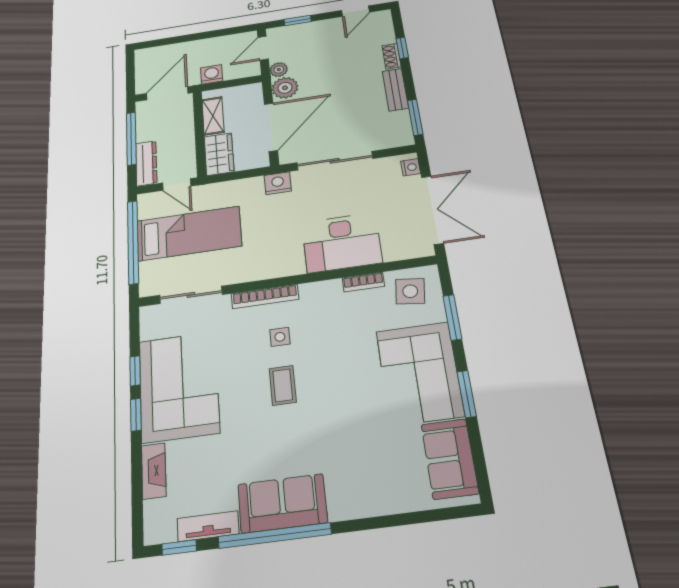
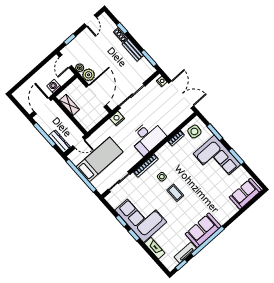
wardrobe: (219, 154) -> (85, 120), removed
desk: (342, 243) -> (147, 137), moved
sofa: (450, 459) -> (245, 194), moved, turned 90

